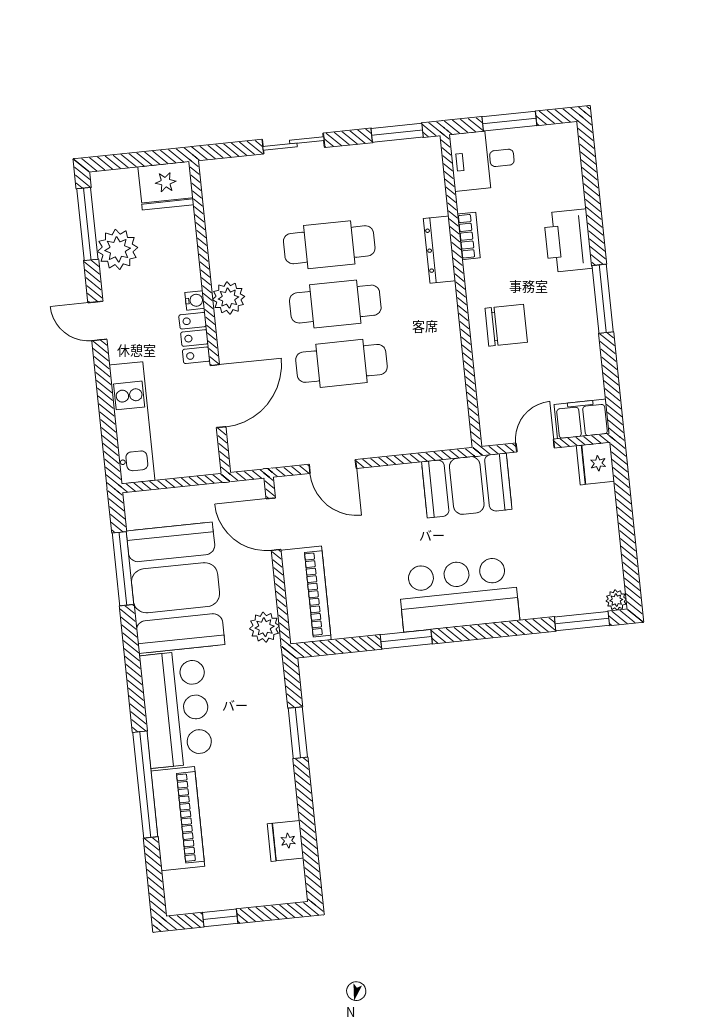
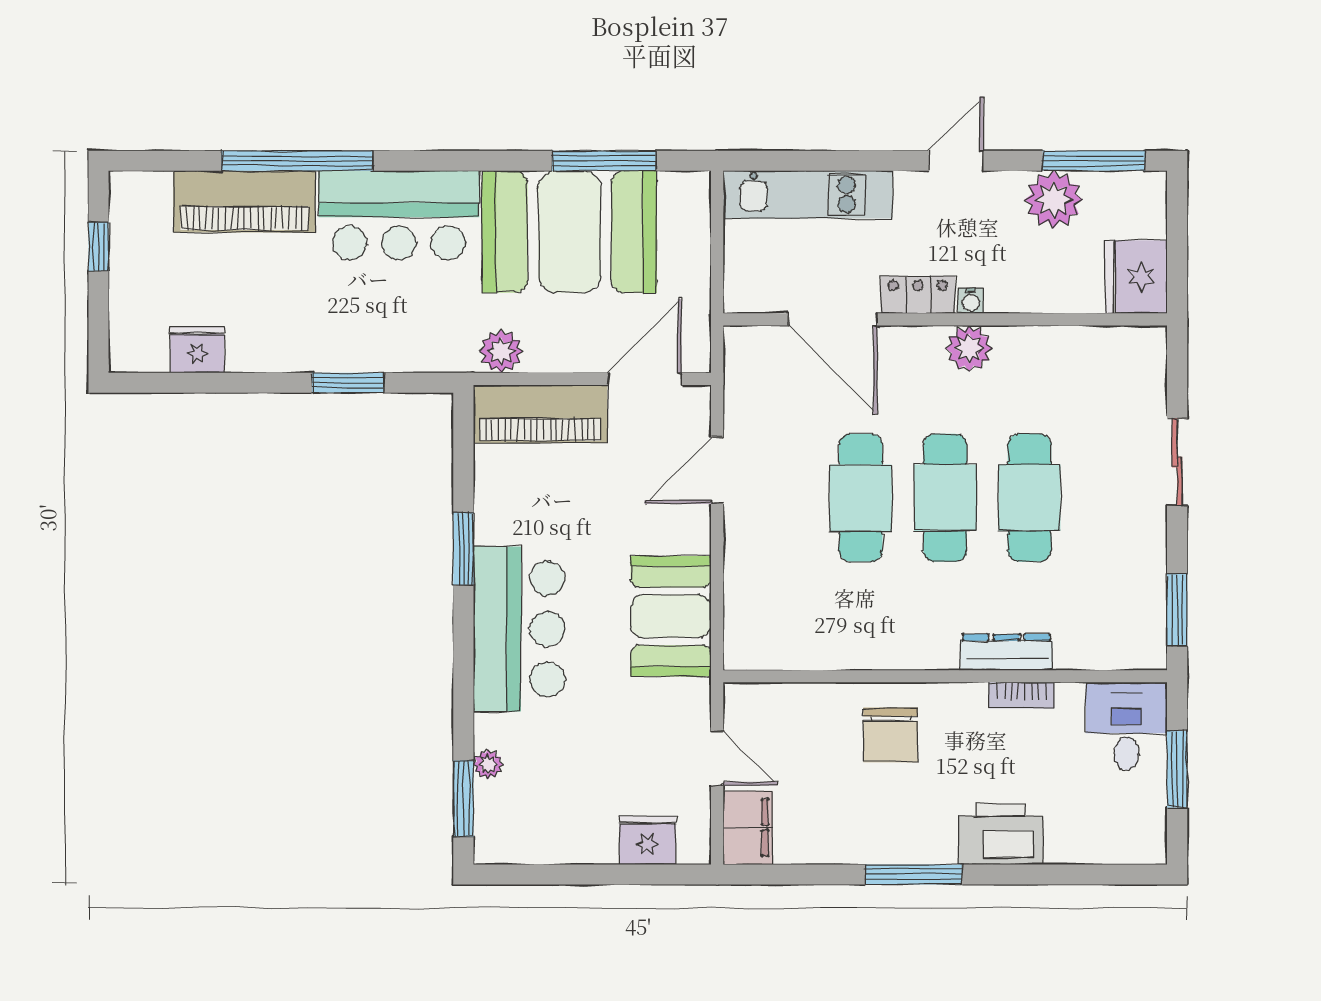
fridge: (595, 463) -> (648, 840), moved
booth: (467, 485) -> (671, 616), moved
plant: (616, 600) -> (488, 764), moved

